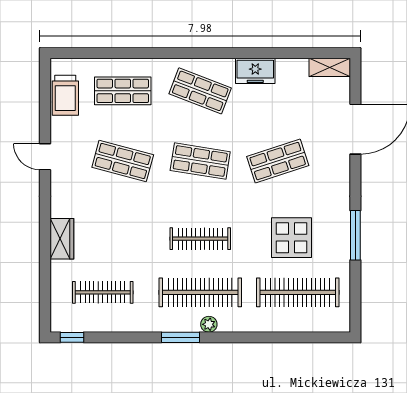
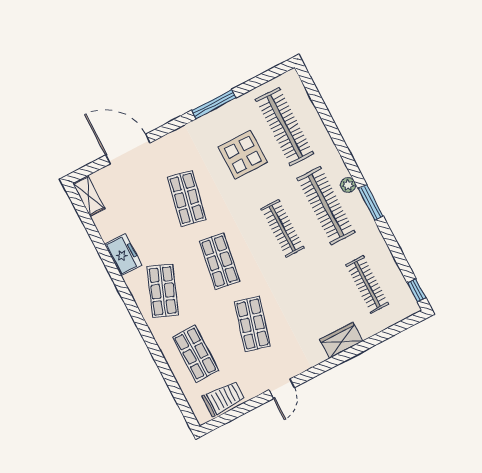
shop shelf: (278, 161) -> (187, 198), turned 30

